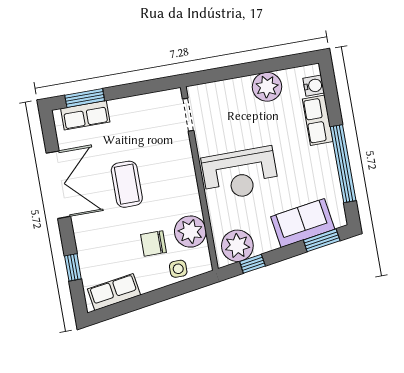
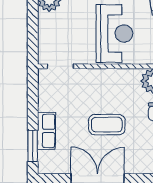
row of seats: (85, 115) -> (46, 131), moved

